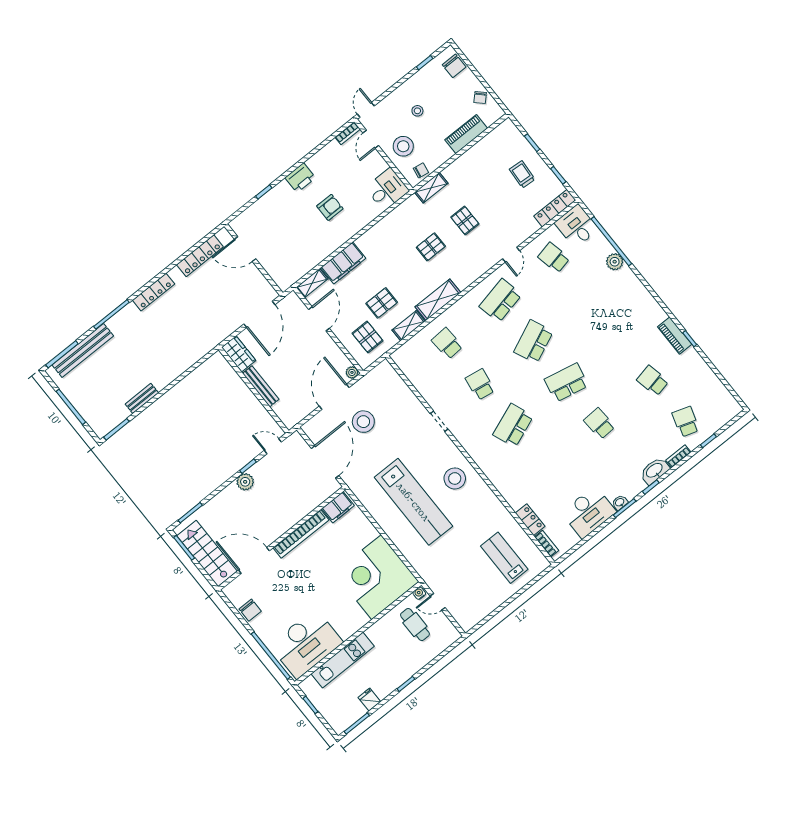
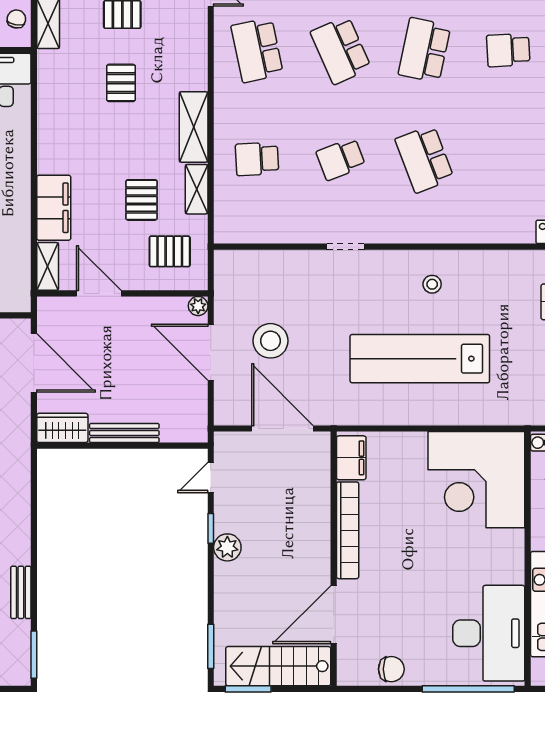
school desk: (480, 384) -> (341, 159), turned -30
stool: (455, 478) -> (432, 284), width x0.53, depth x0.53
lab bench: (413, 502) -> (420, 359), turned 180

